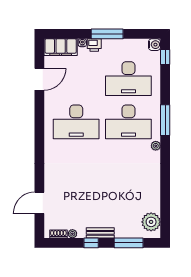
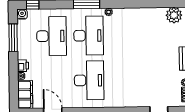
window: (107, 34) -> (13, 38), moved

